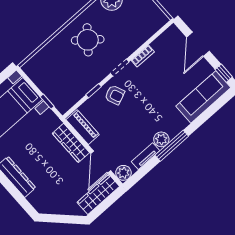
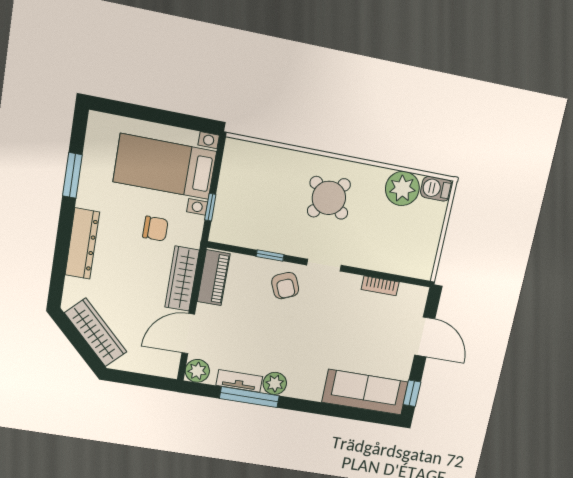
door: (198, 44) -> (425, 337), swing flipped
bookcase: (143, 56) -> (380, 286), moved
chair: (37, 136) -> (155, 229), added
window: (172, 146) -> (249, 397), moved
wardrobe: (98, 194) -> (96, 332), moved, turned 45

